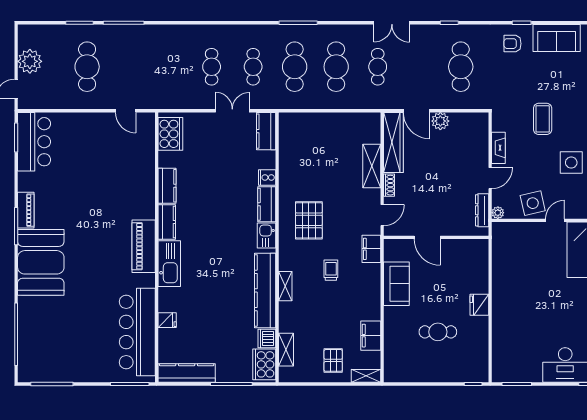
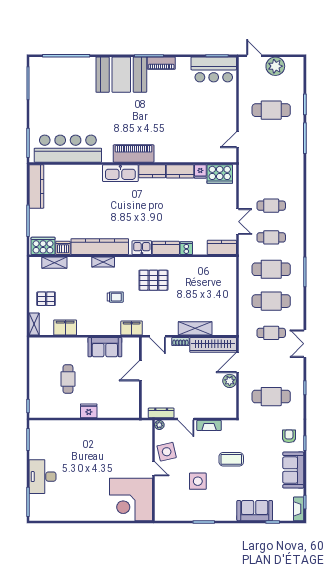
fridge: (167, 320) -> (200, 172), moved

